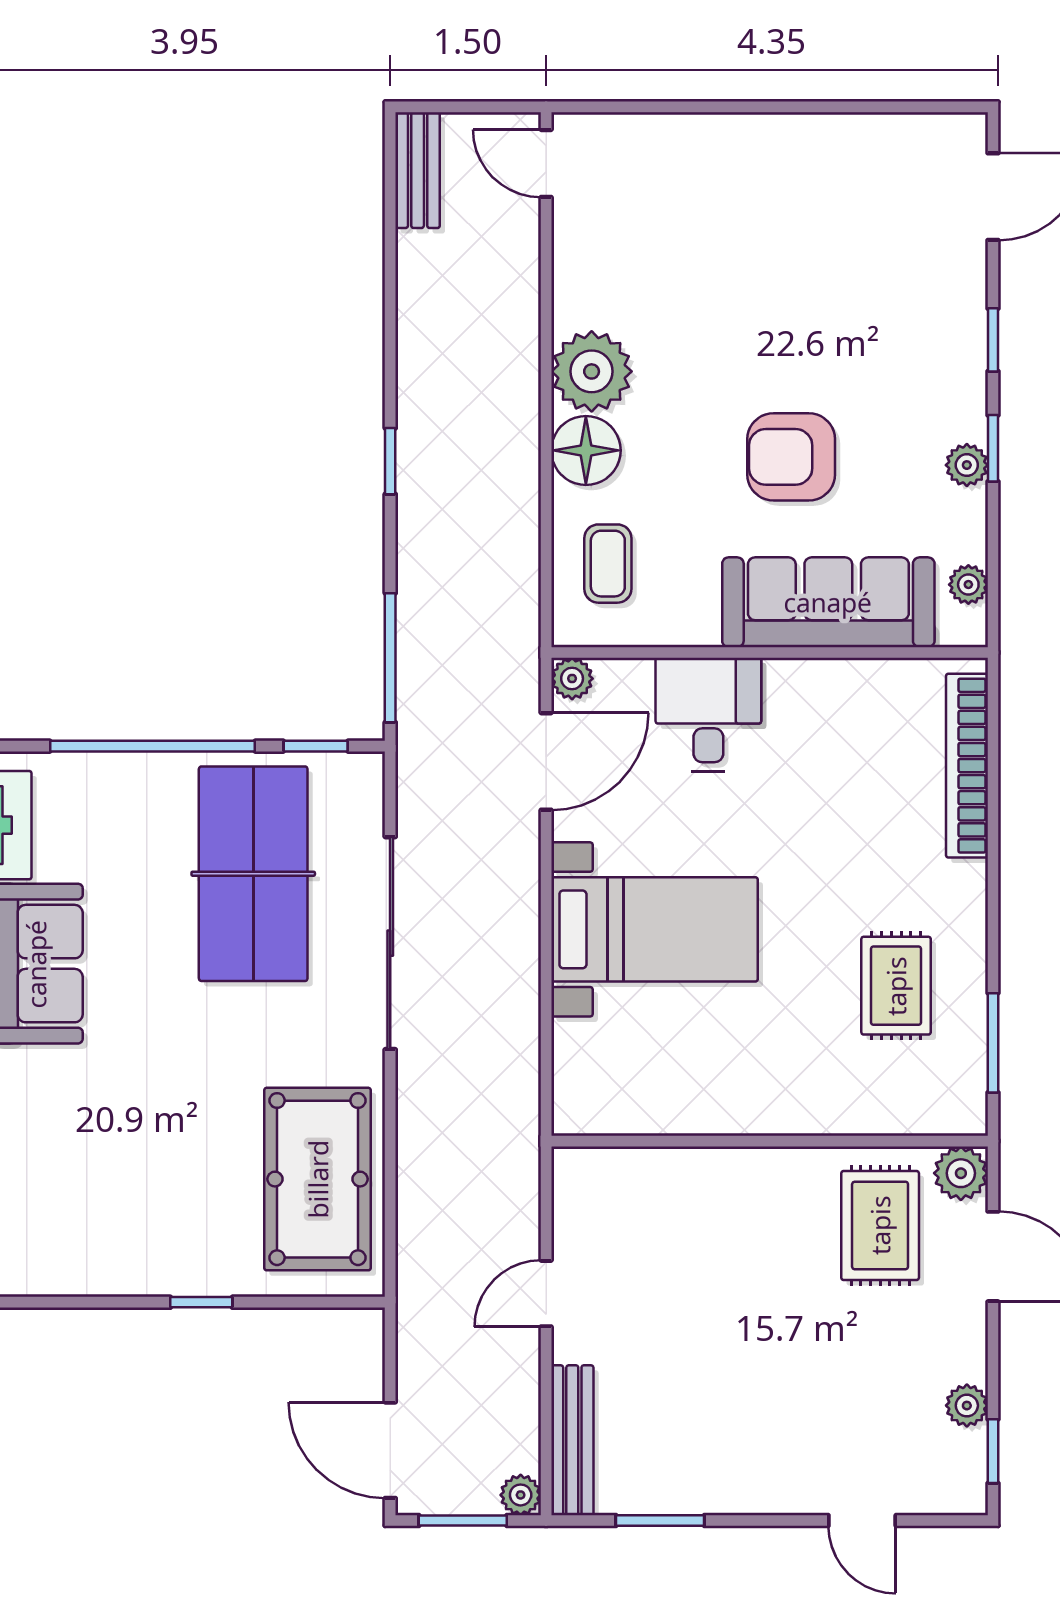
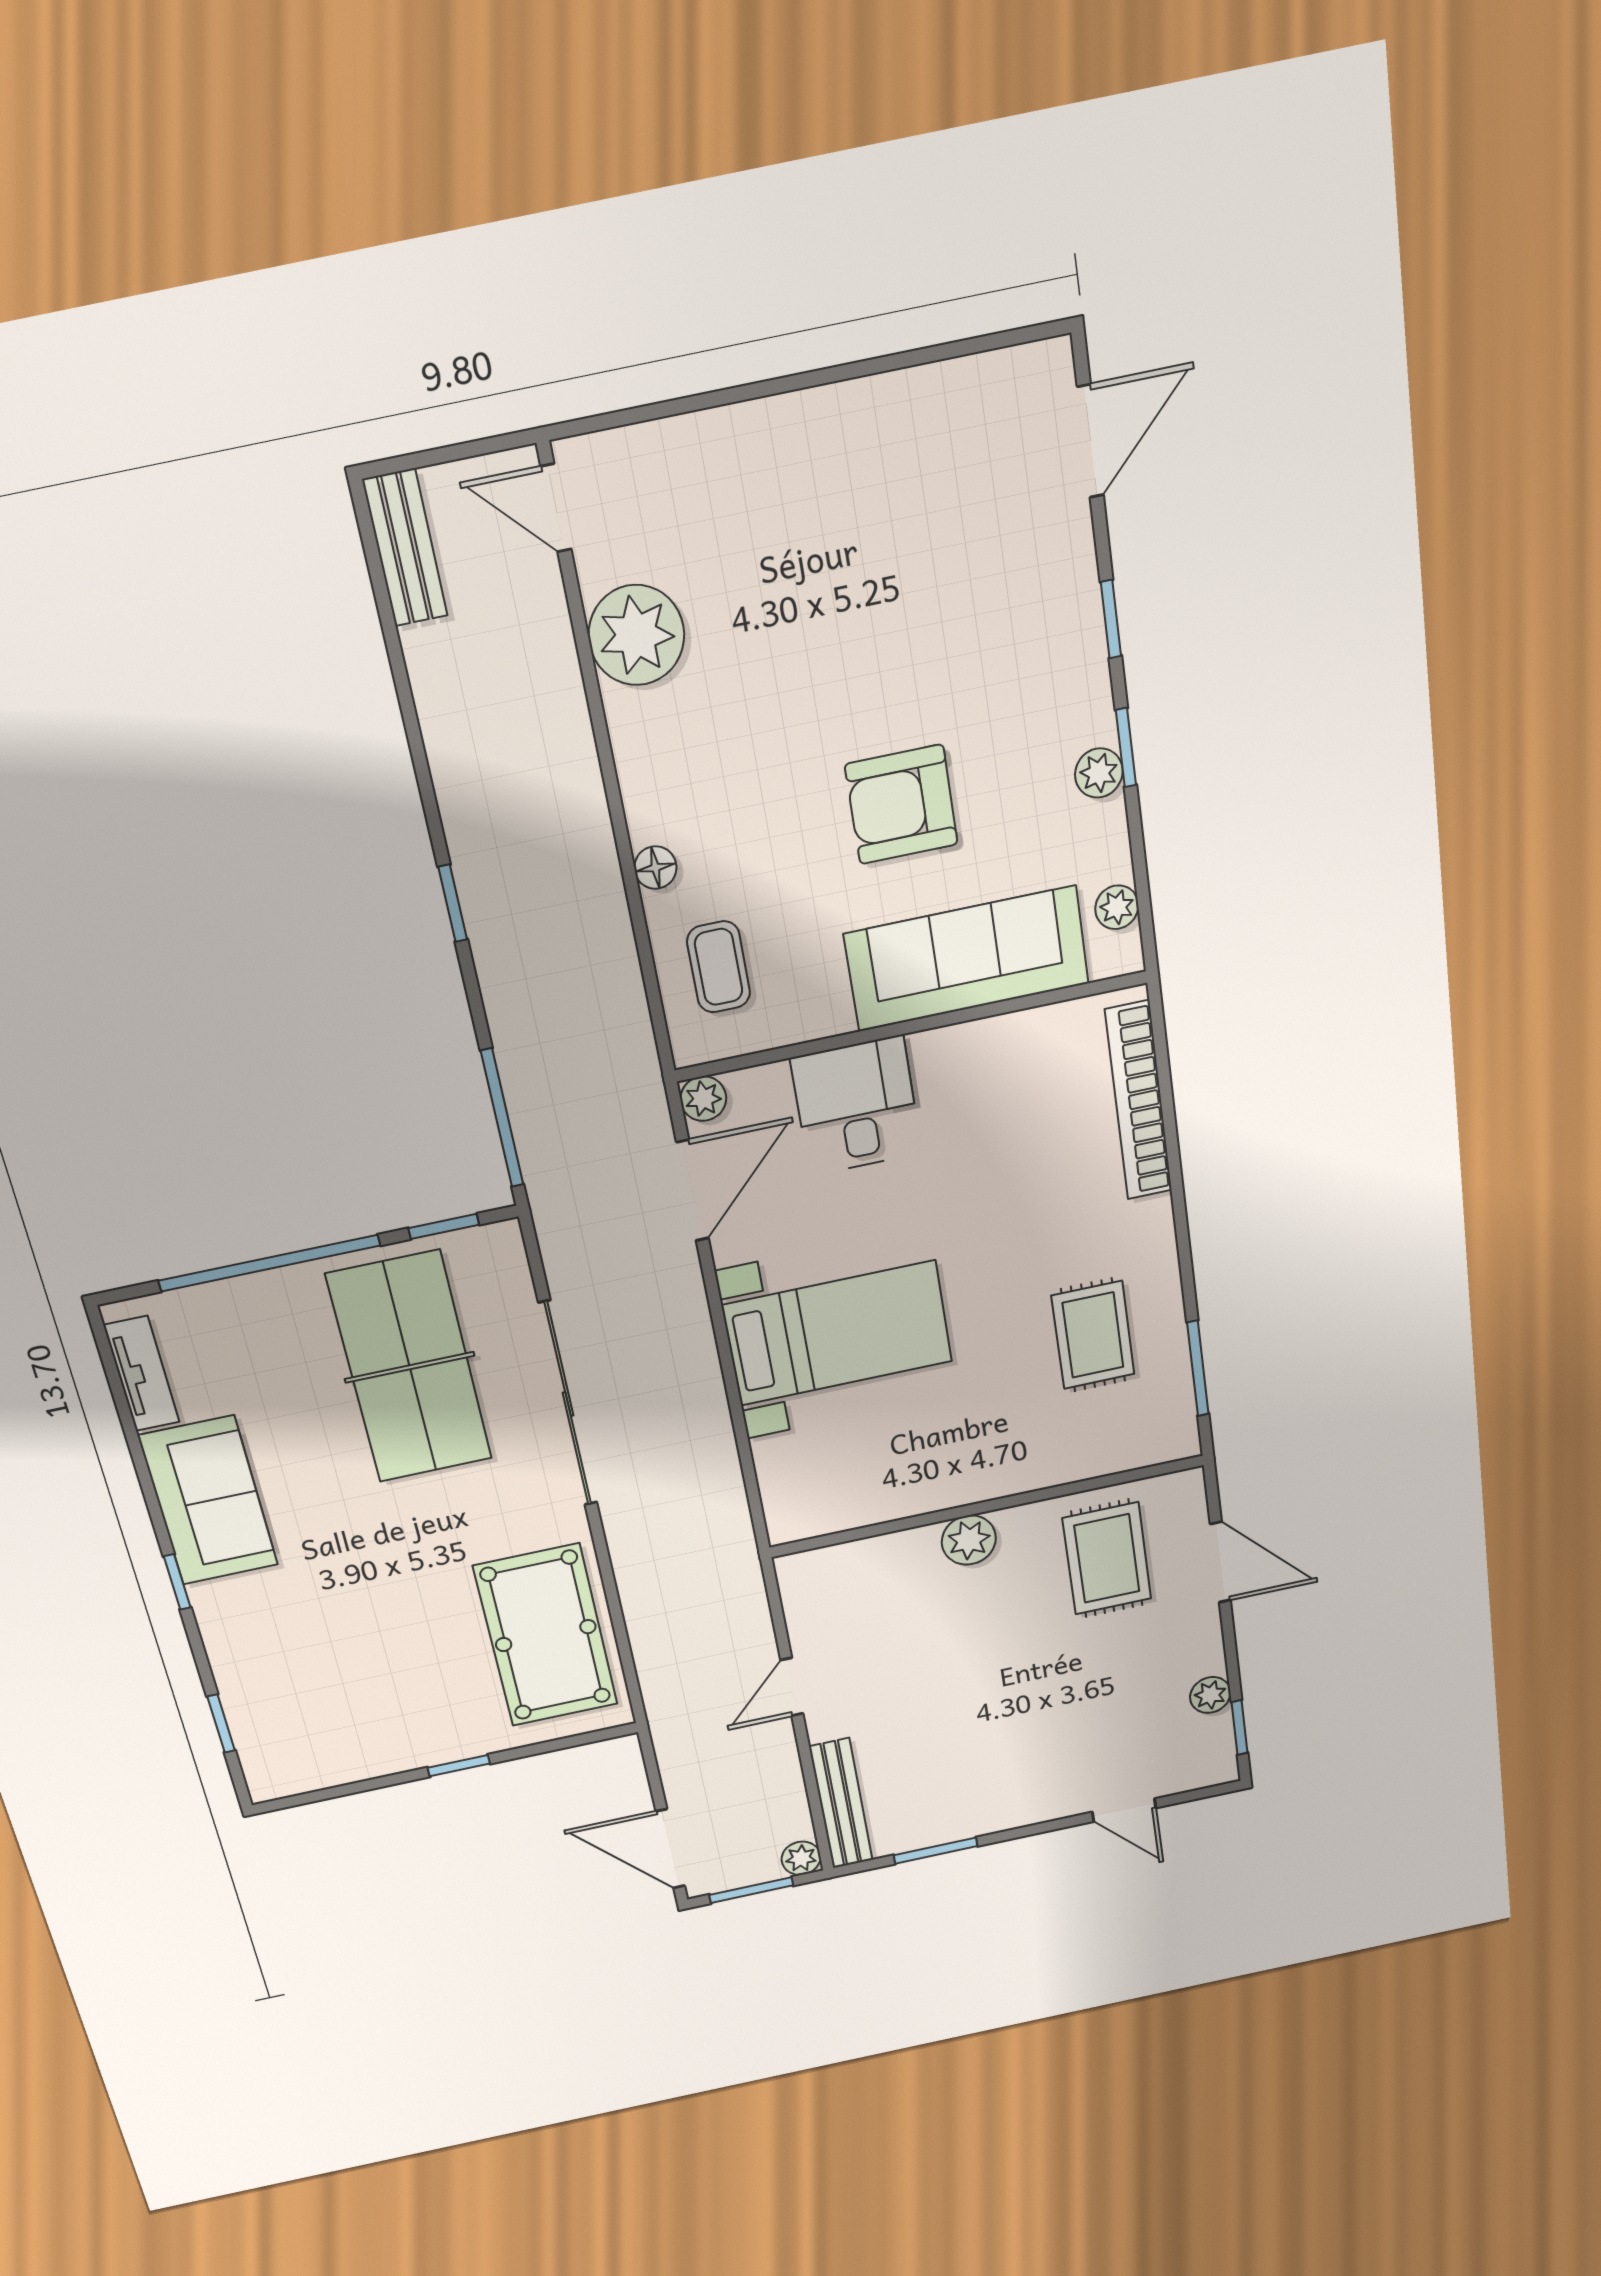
plant: (592, 371) -> (636, 635), moved
floor lamp: (586, 450) -> (655, 868), width x0.53, depth x0.53
plant: (961, 1173) -> (969, 1540), moved

